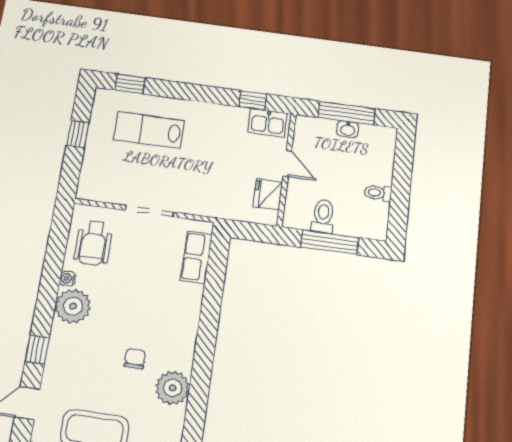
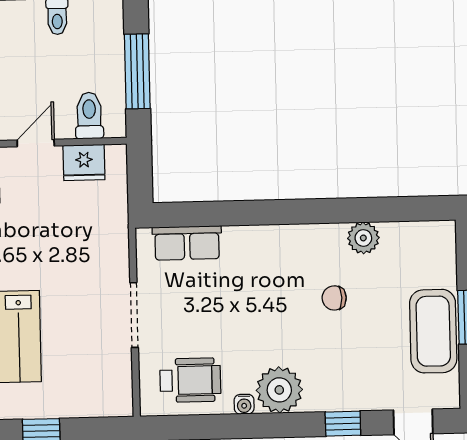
toilet: (323, 216) -> (89, 116), moved, turned 90
plant: (173, 388) -> (363, 238), width x0.73, depth x0.73

